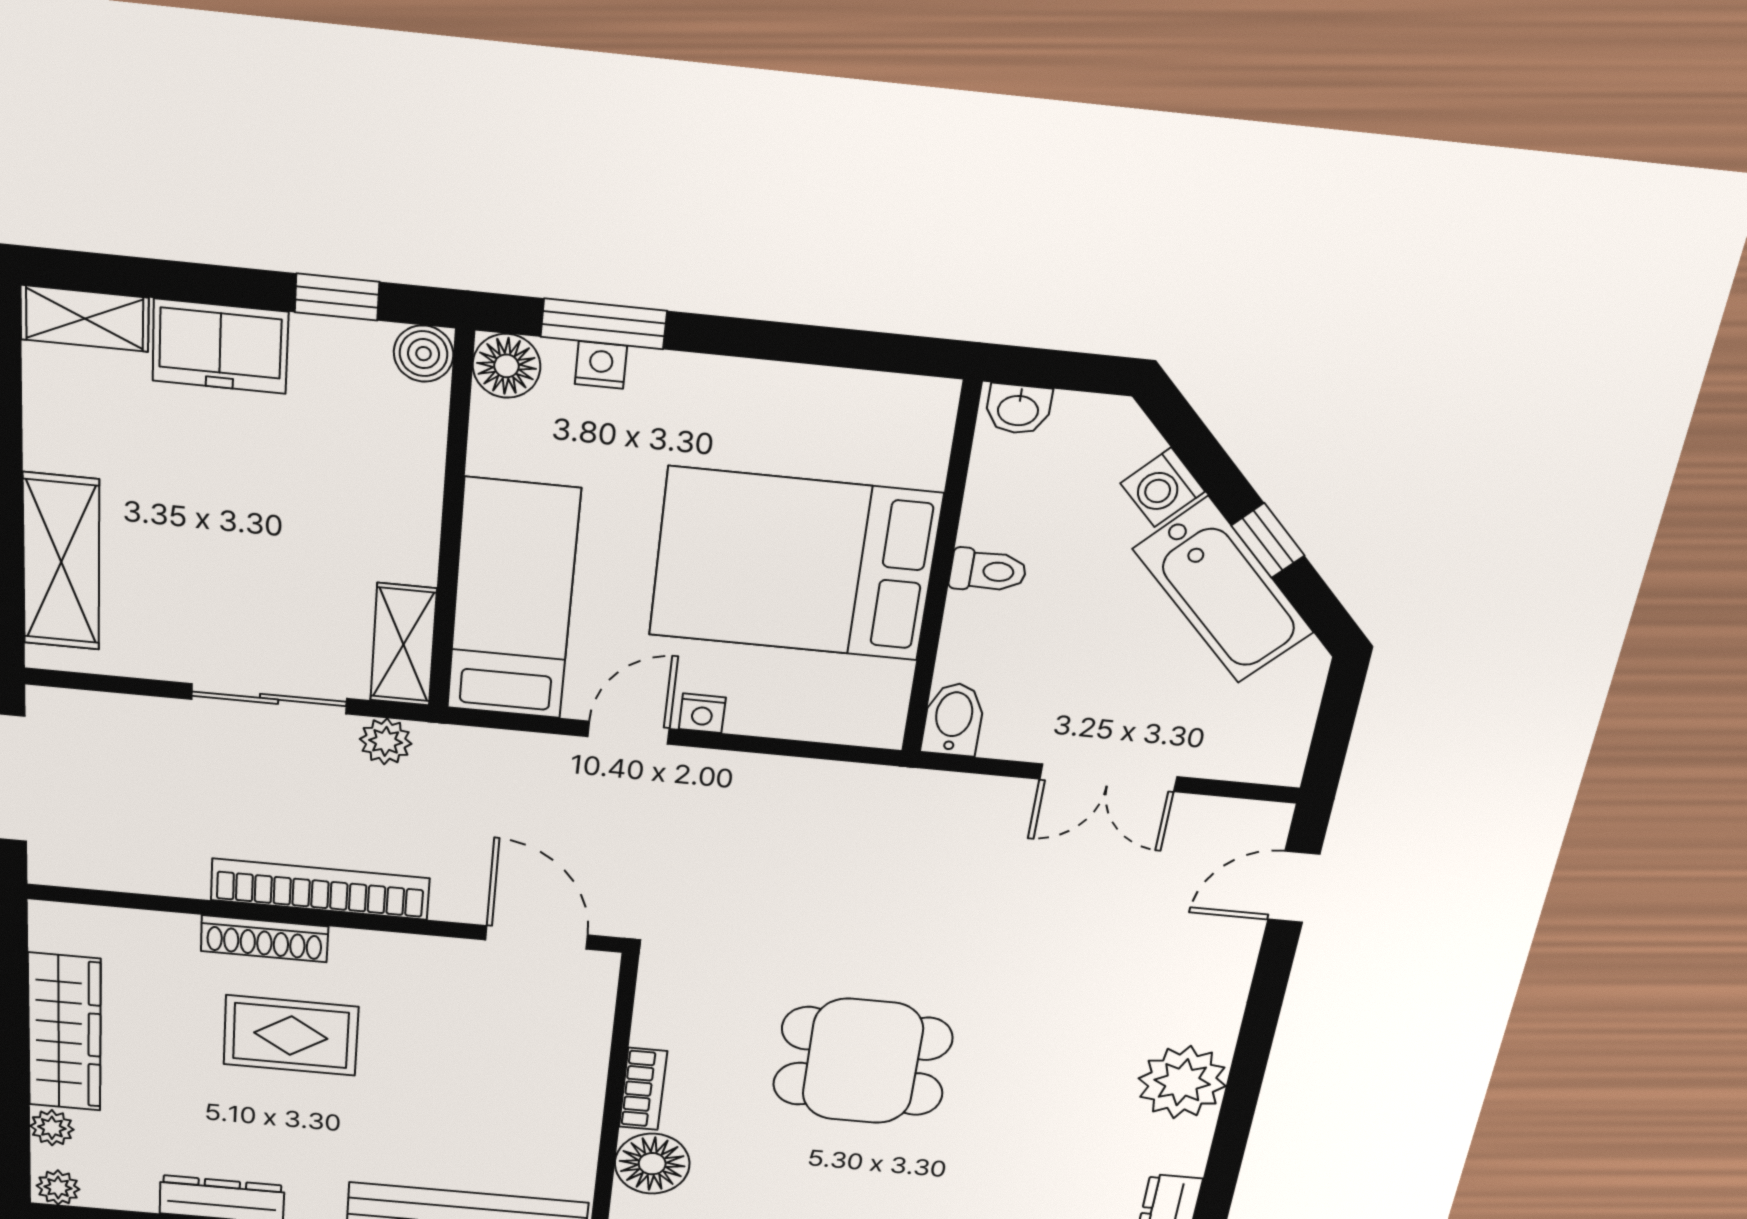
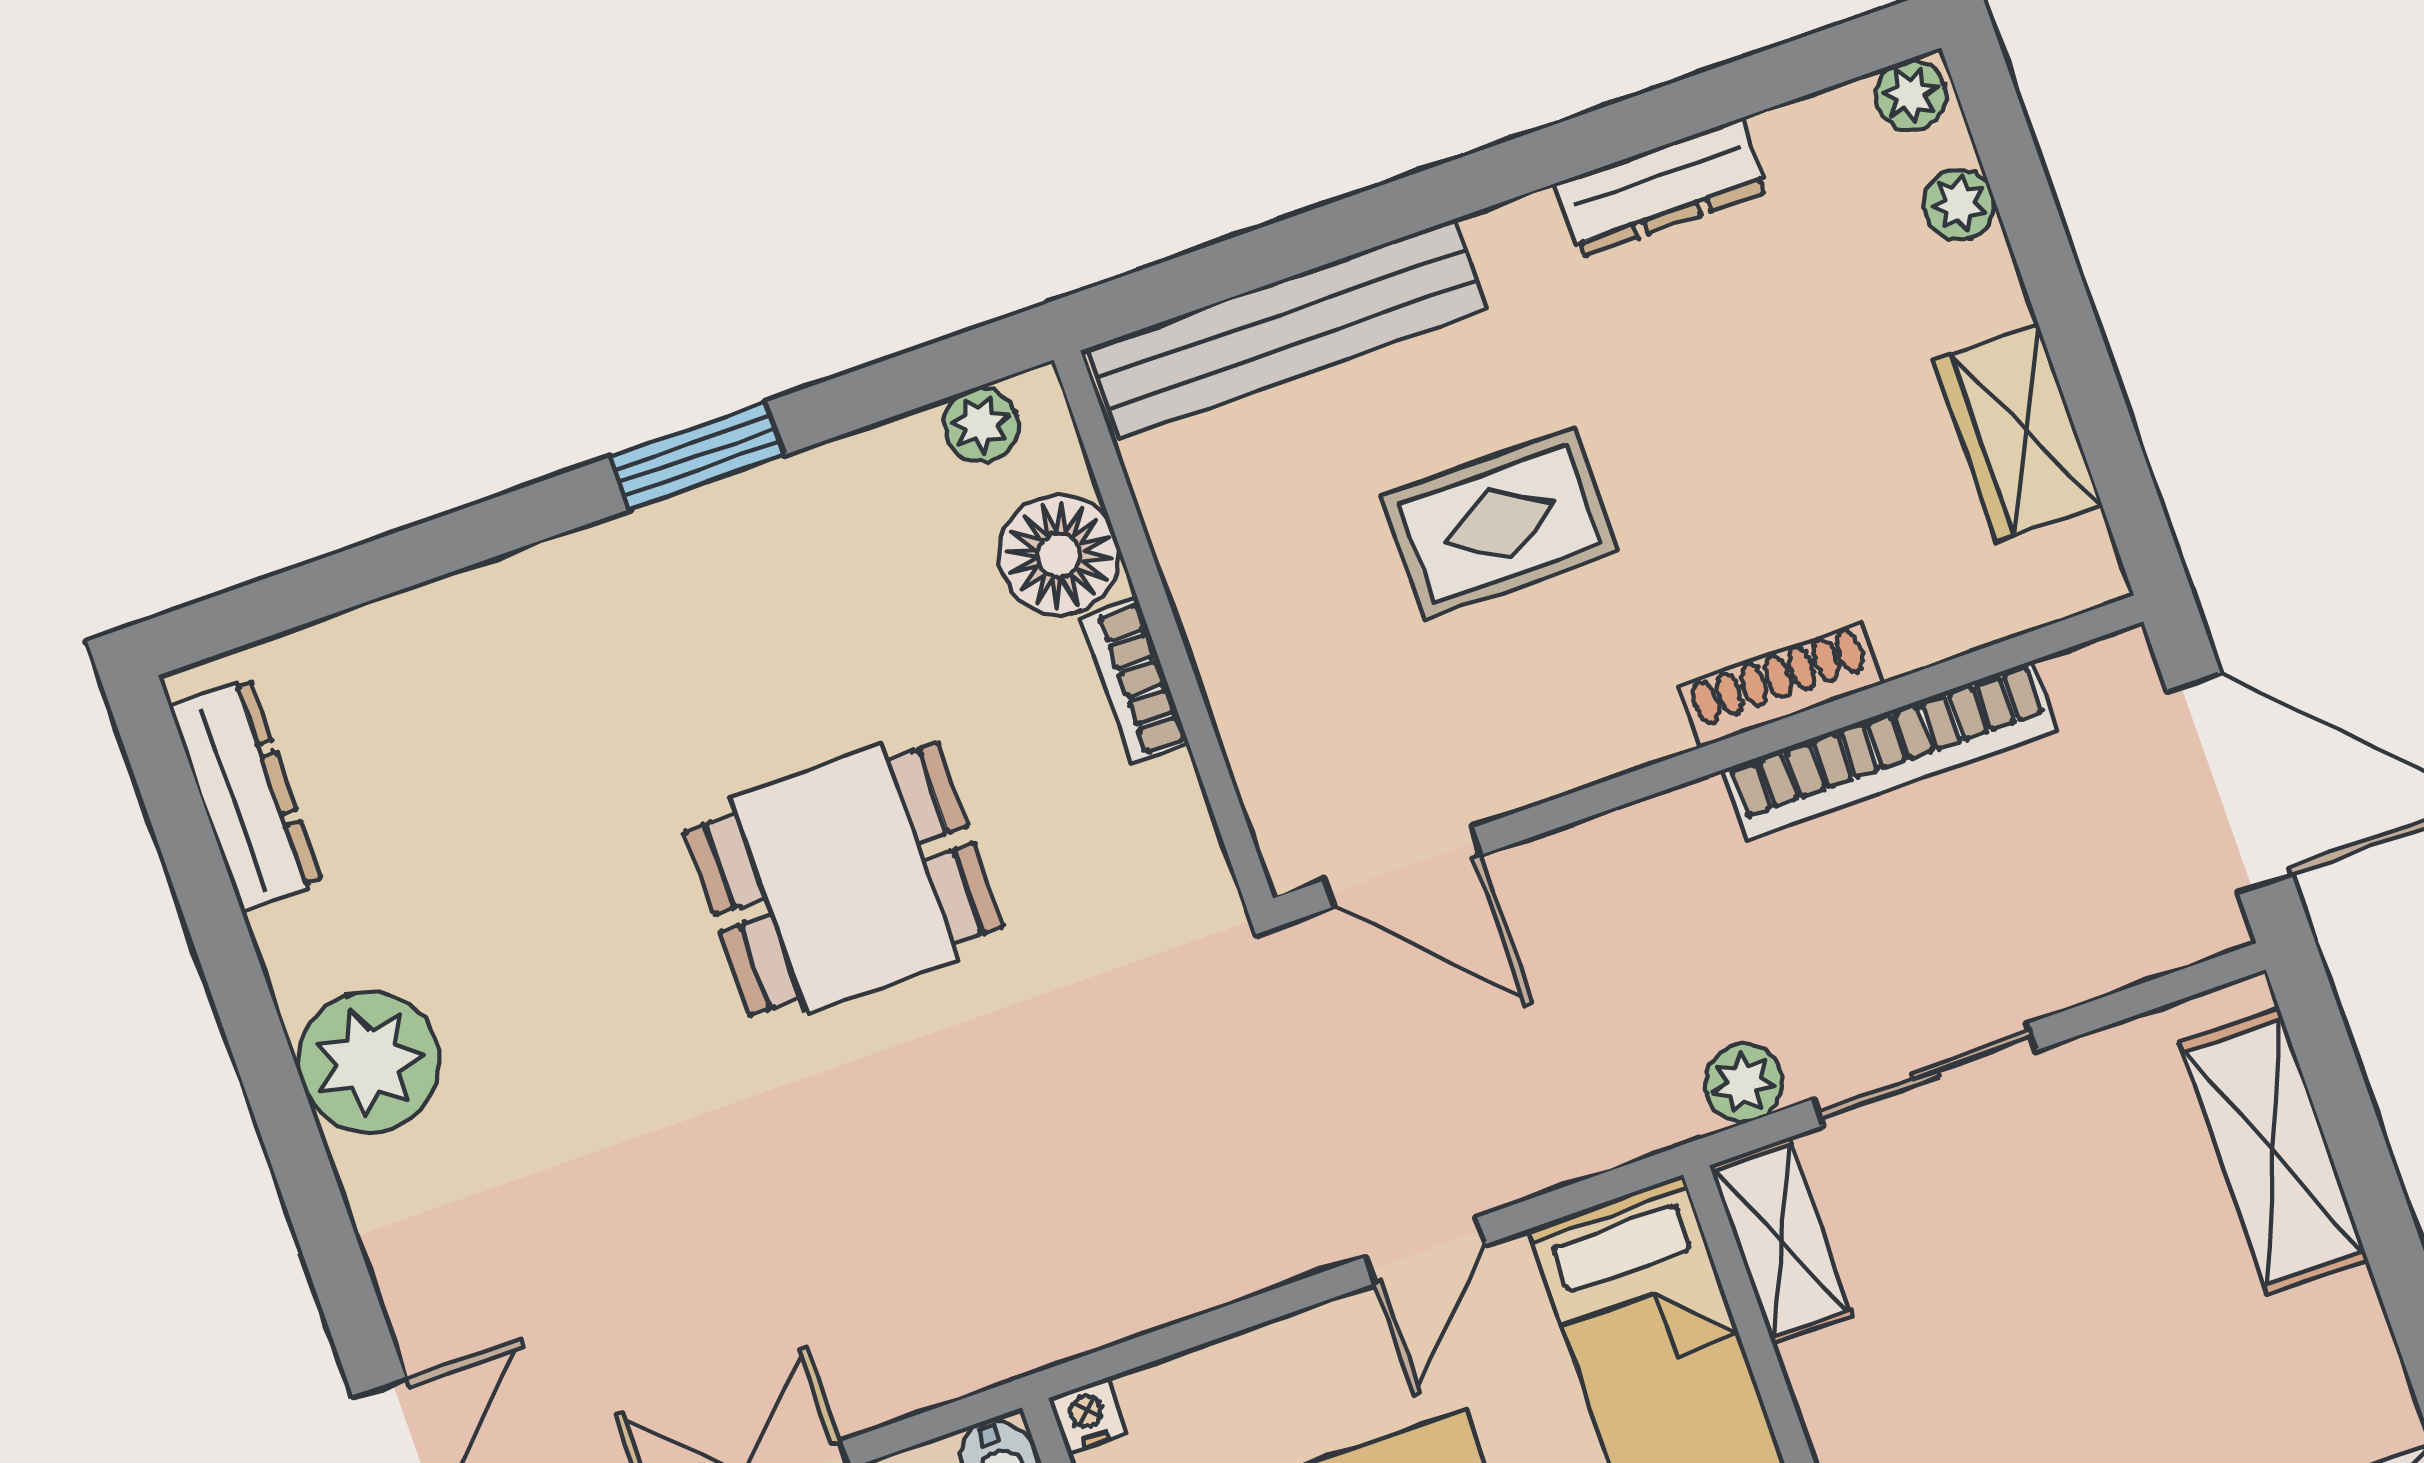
nightstand: (702, 713) -> (1088, 1416), moved
bookcase: (320, 889) -> (1890, 750), moved
wardrobe: (65, 1032) -> (2018, 433), width x0.67
rug: (291, 1036) -> (1500, 524), moved

